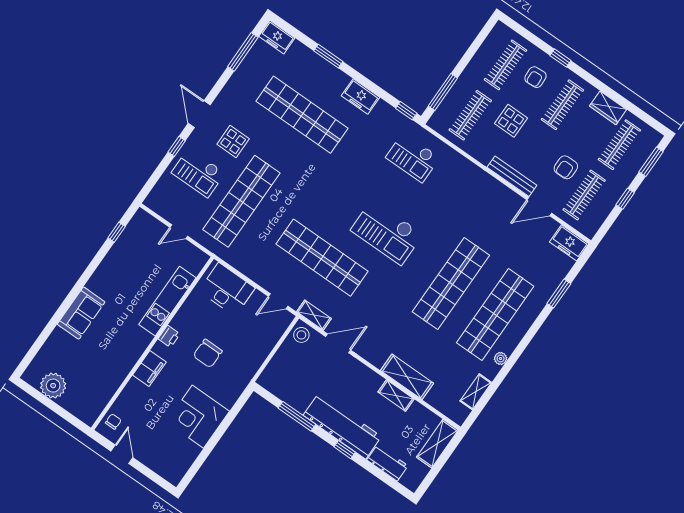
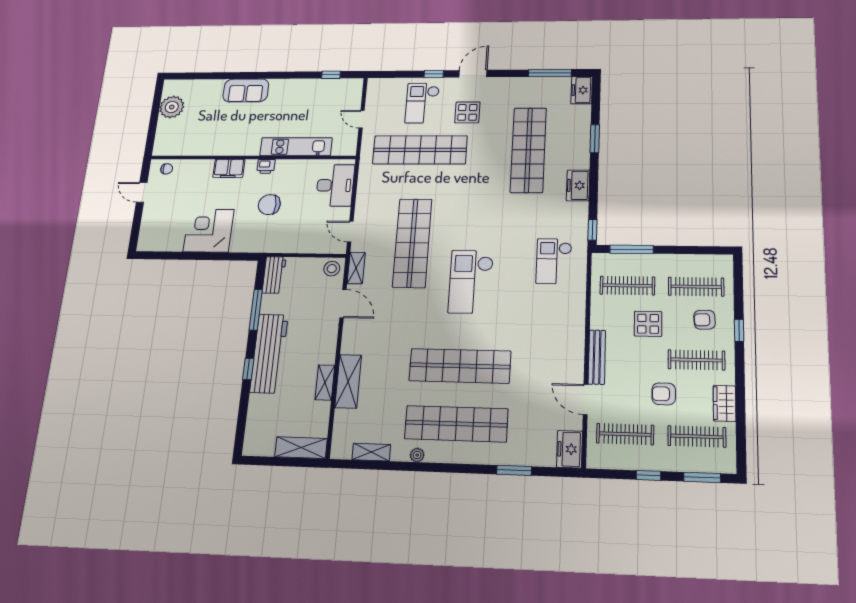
armchair: (566, 167) -> (664, 394), moved
door: (122, 454) -> (142, 192), swing flipped
workbench: (387, 463) -> (274, 275), moved

